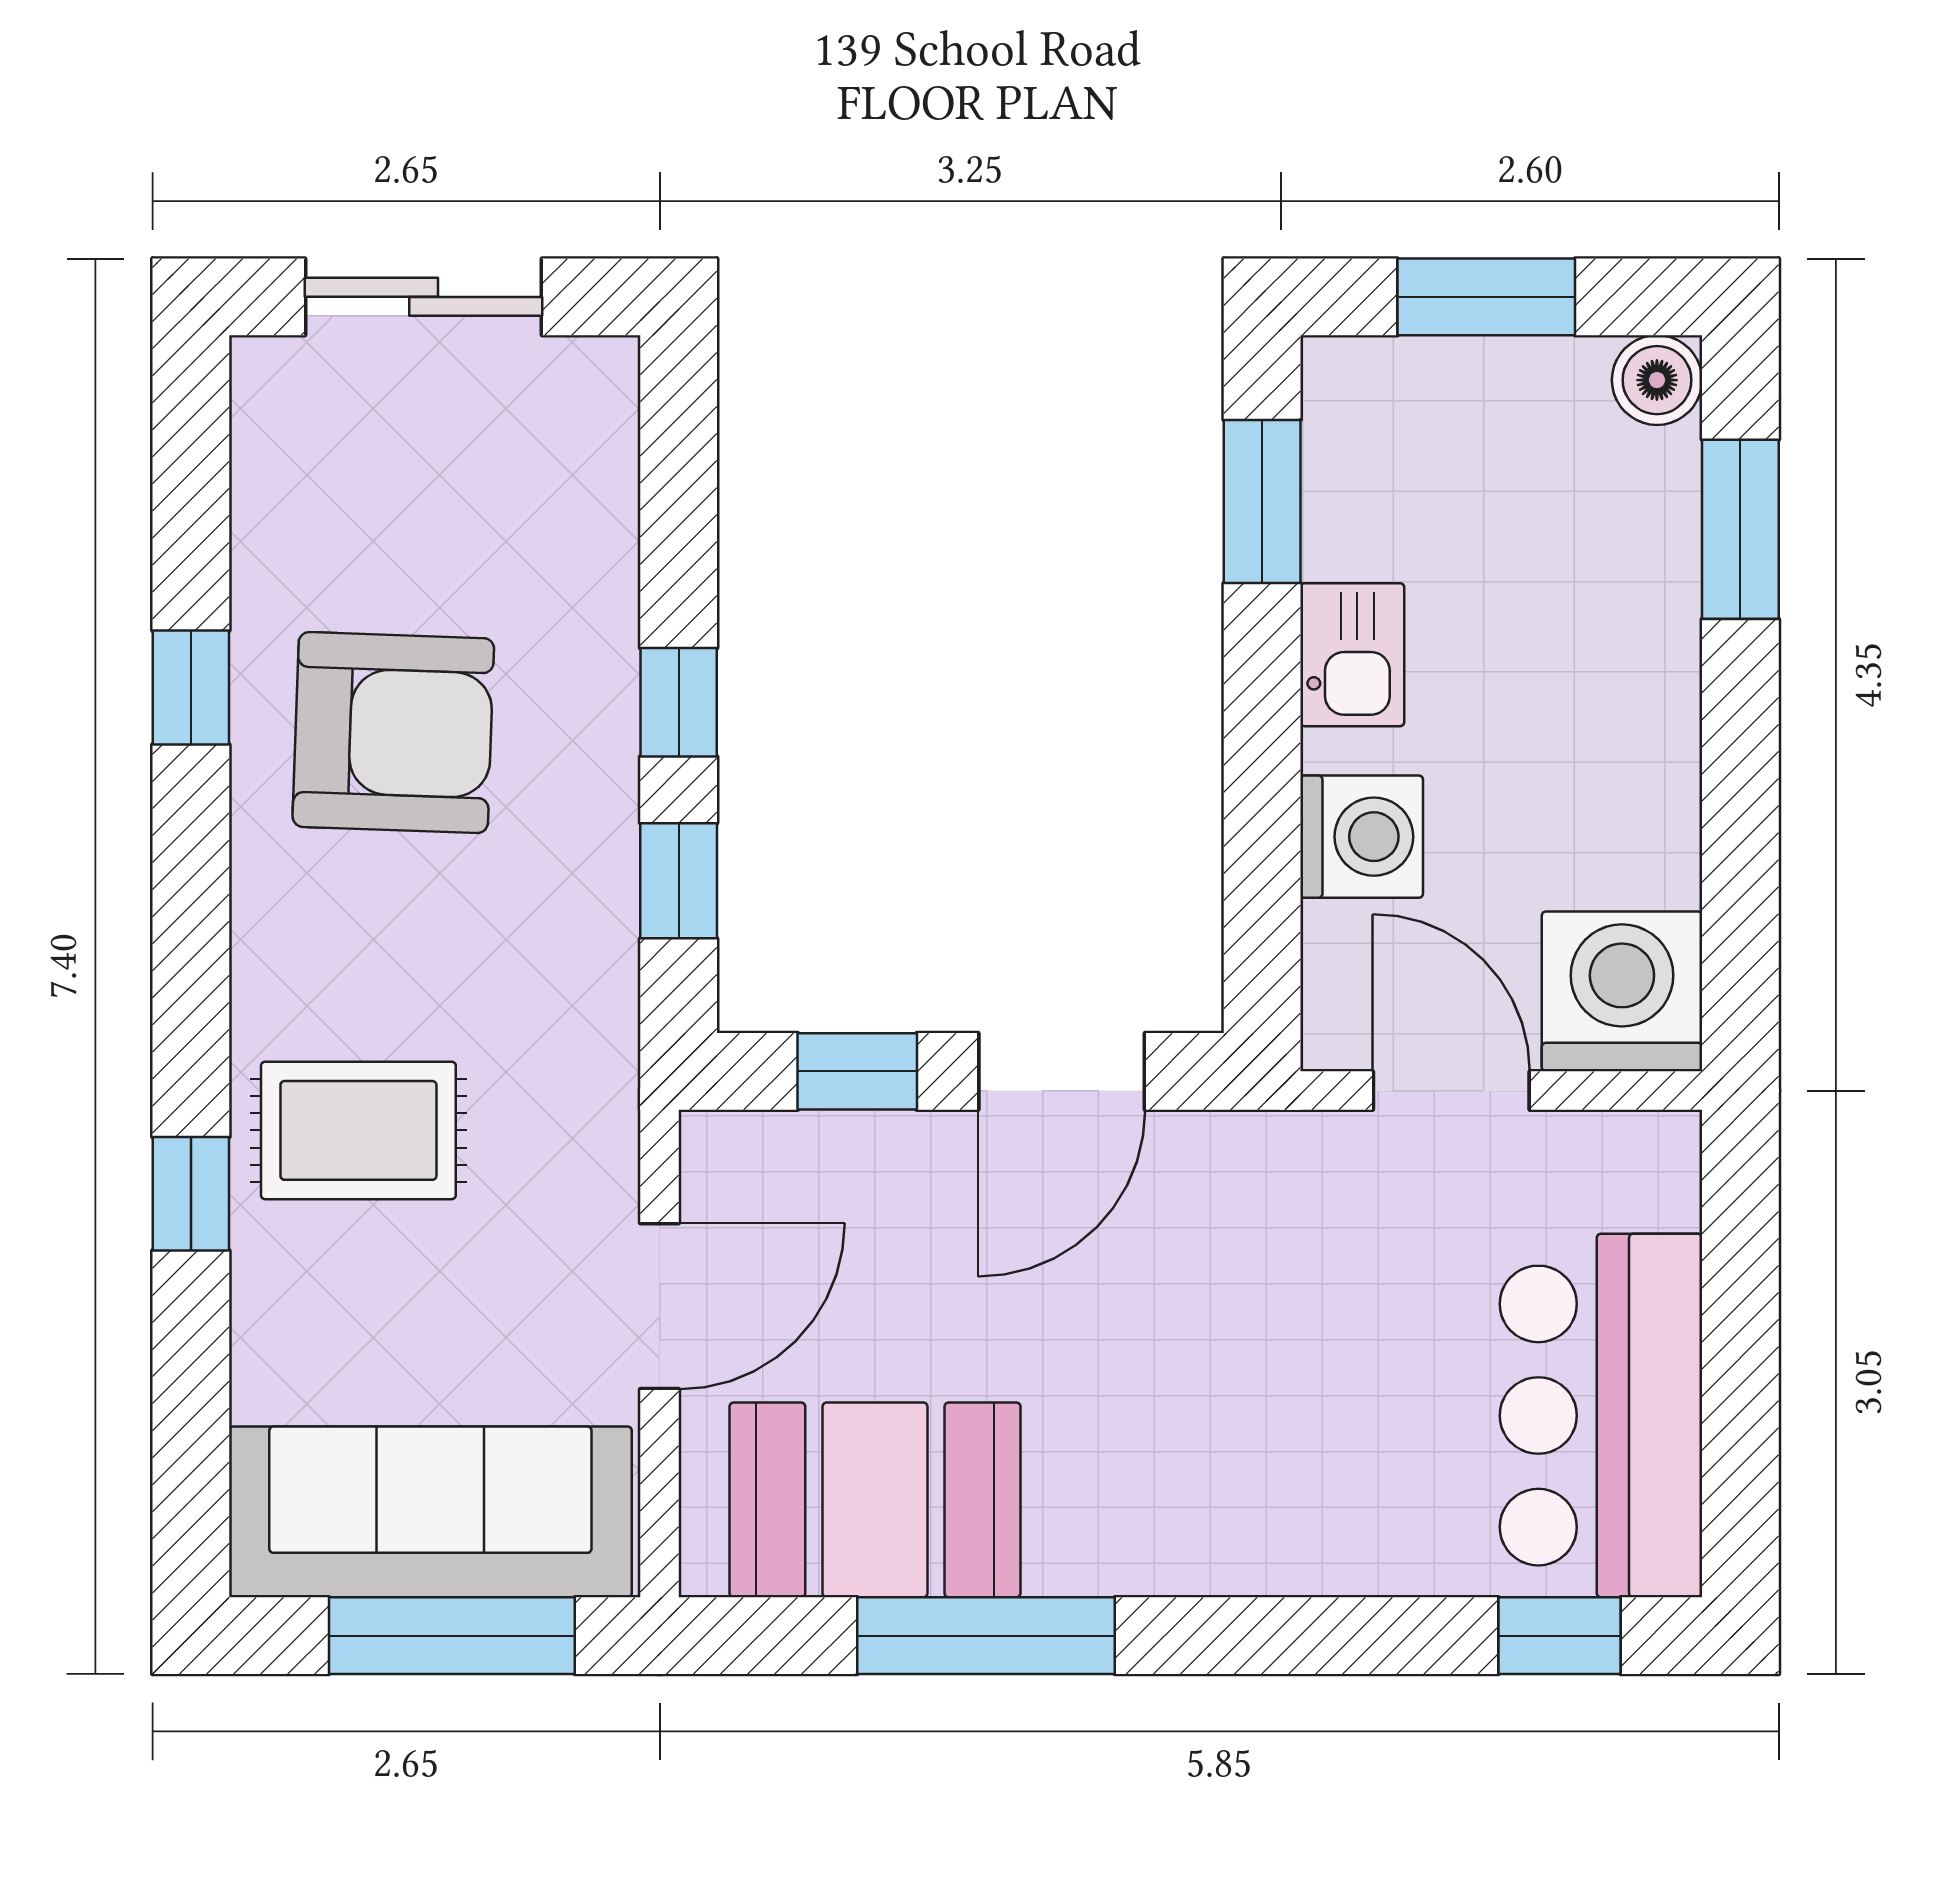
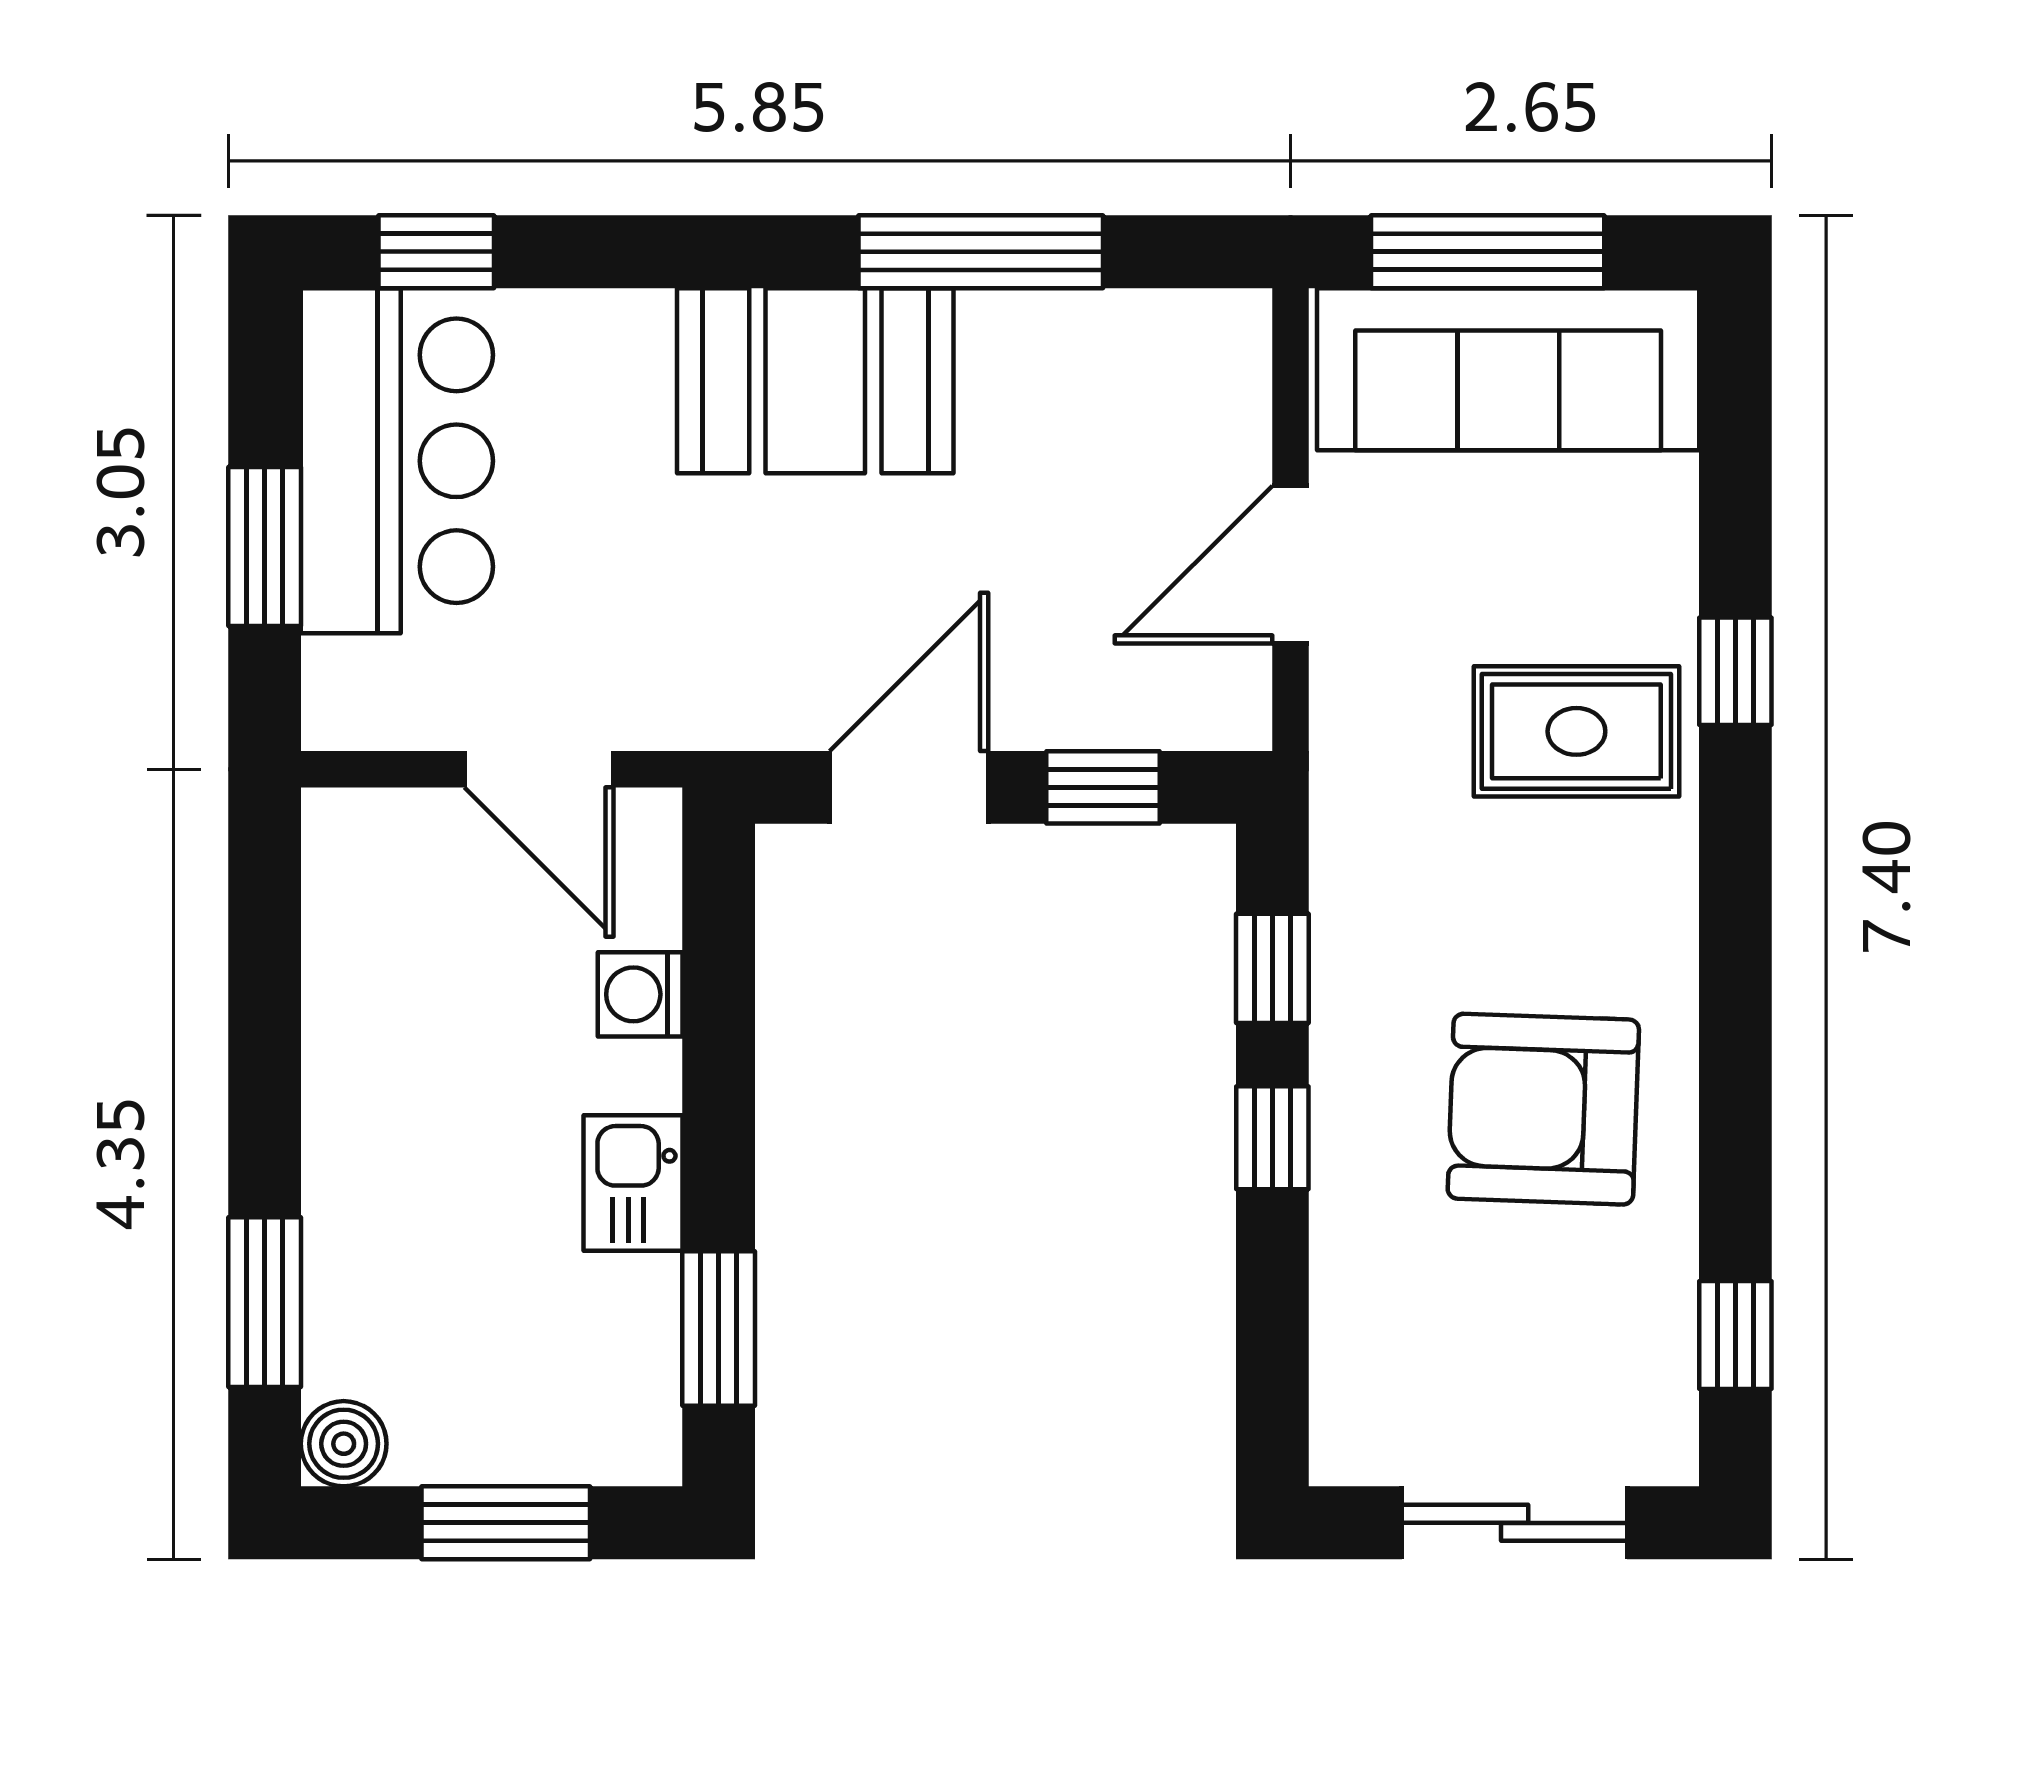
window: (191, 687) -> (1735, 1335), moved
washing machine: (1362, 837) -> (640, 994), width x0.73, depth x0.73
washing machine: (1622, 991) -> (377, 863), removed
window: (1740, 1325) -> (265, 546), added
booth: (875, 1500) -> (815, 381), moved

